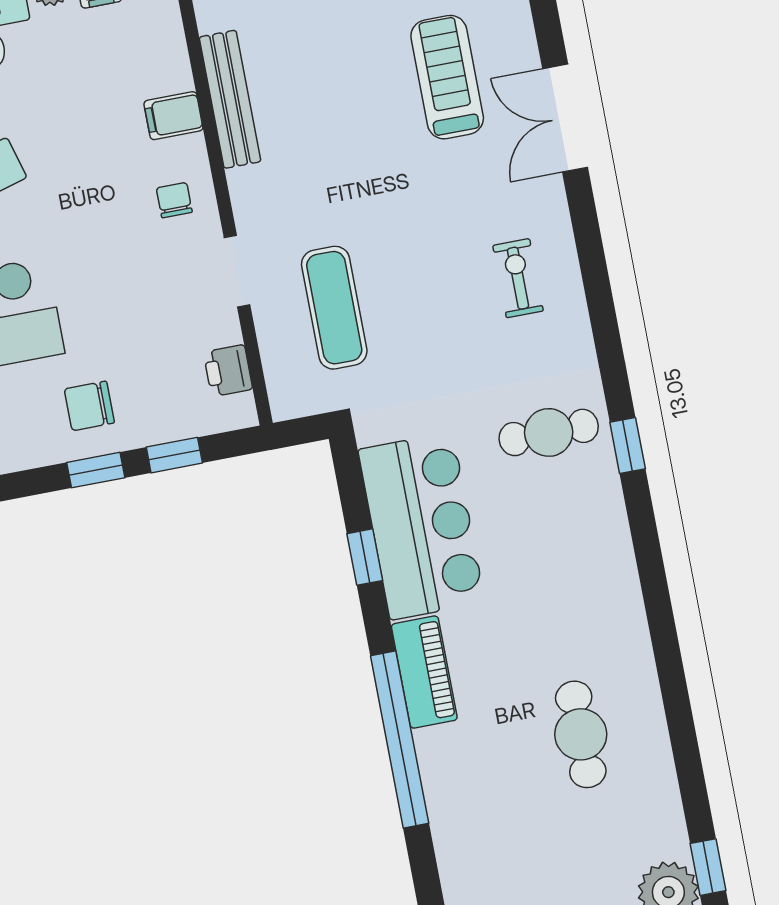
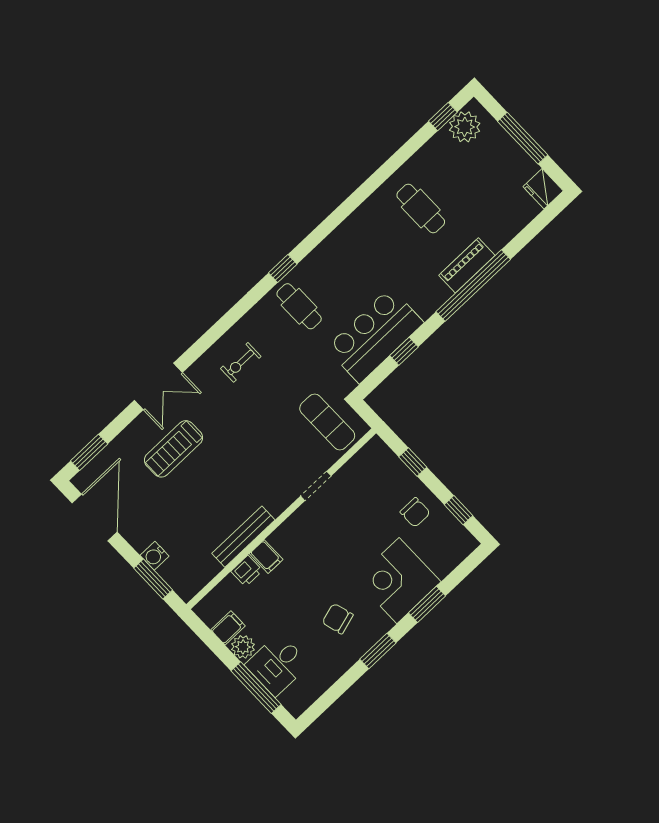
chair: (174, 200) -> (302, 533), removed
exercise mat: (334, 308) -> (327, 422), moved, turned 90
printer: (228, 371) -> (247, 571), moved
window: (96, 470) -> (458, 510), moved
piano: (424, 672) -> (467, 265), moved
cafe table: (581, 734) -> (421, 209), turned 90

